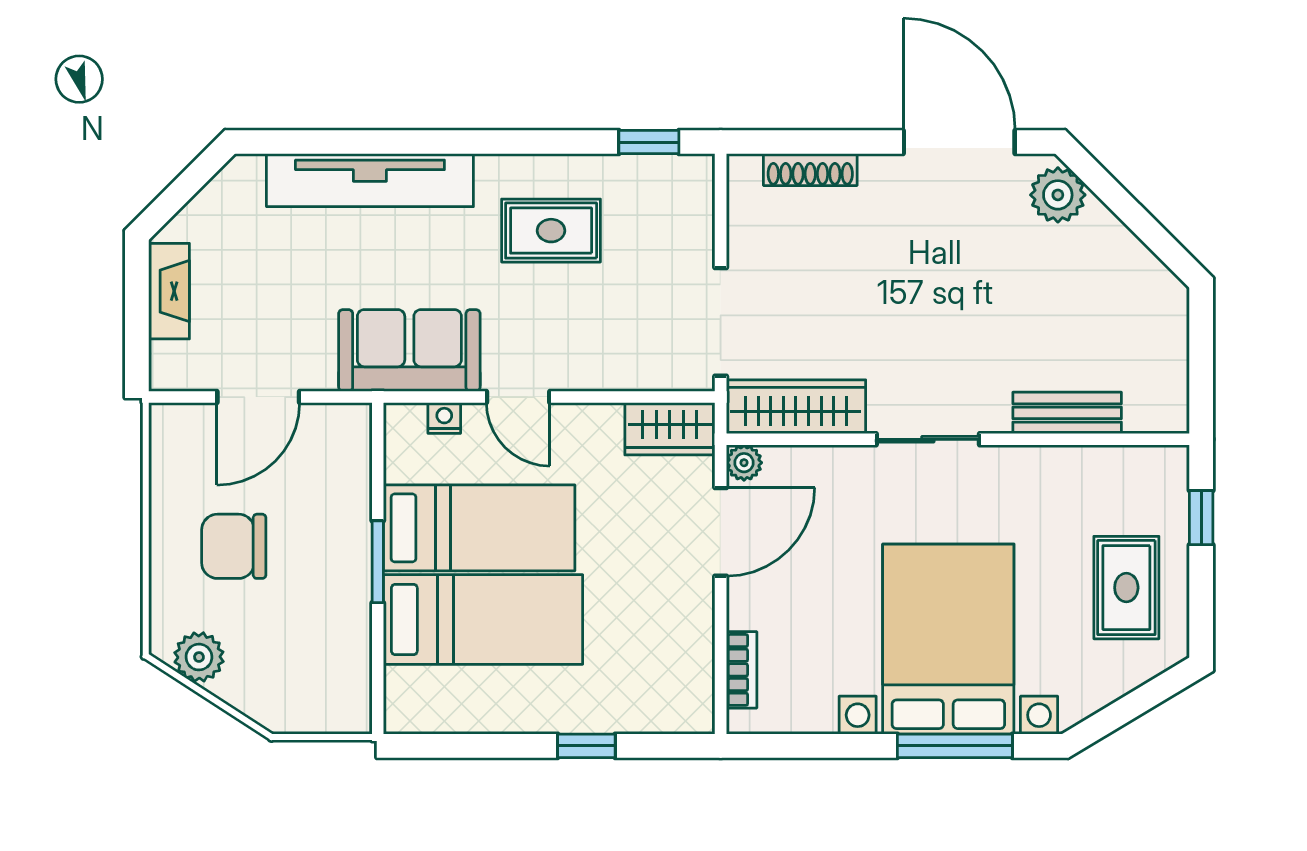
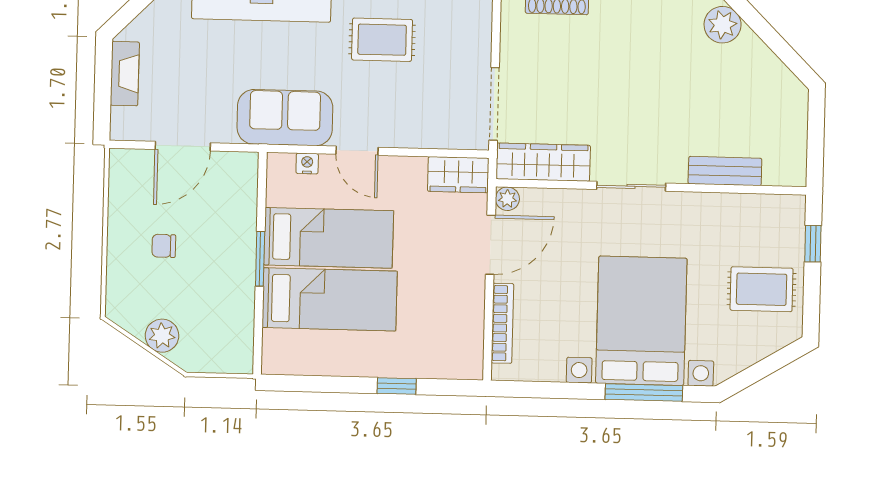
chair: (234, 546) -> (164, 246), width x0.54, depth x0.54
rug: (1126, 588) -> (762, 289), turned 90
plant: (199, 657) -> (162, 336), moved
bookcase: (742, 670) -> (502, 323), width x1.56

